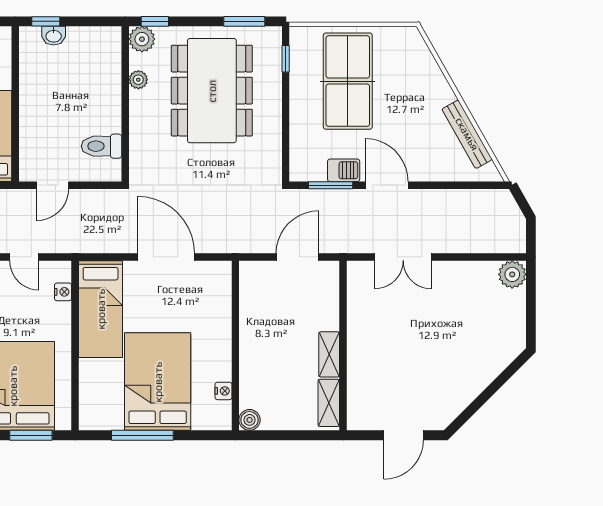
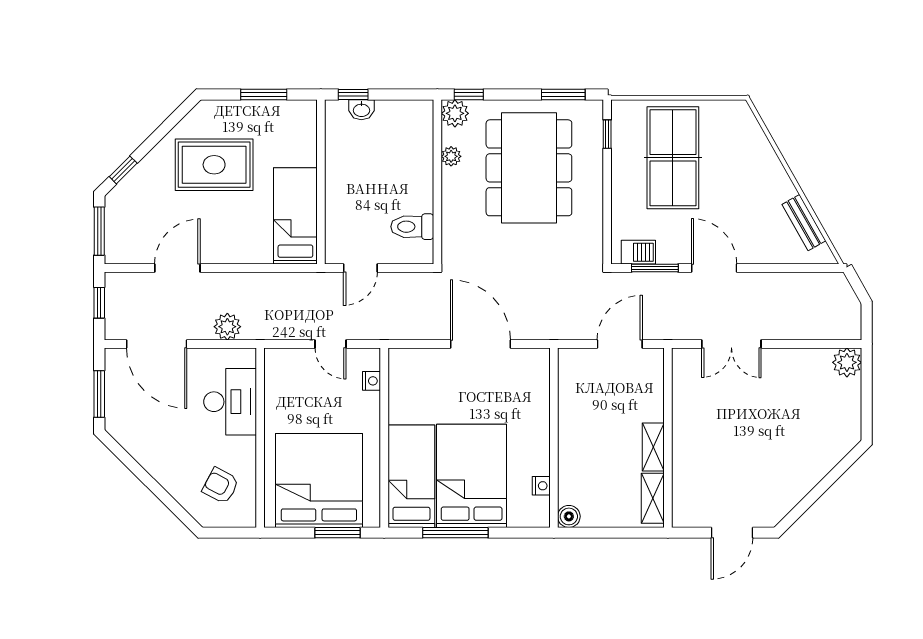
bench: (467, 134) -> (804, 223), width x0.73
barbecue: (344, 170) -> (638, 252), moved
bed: (101, 309) -> (411, 476), moved, turned 180

